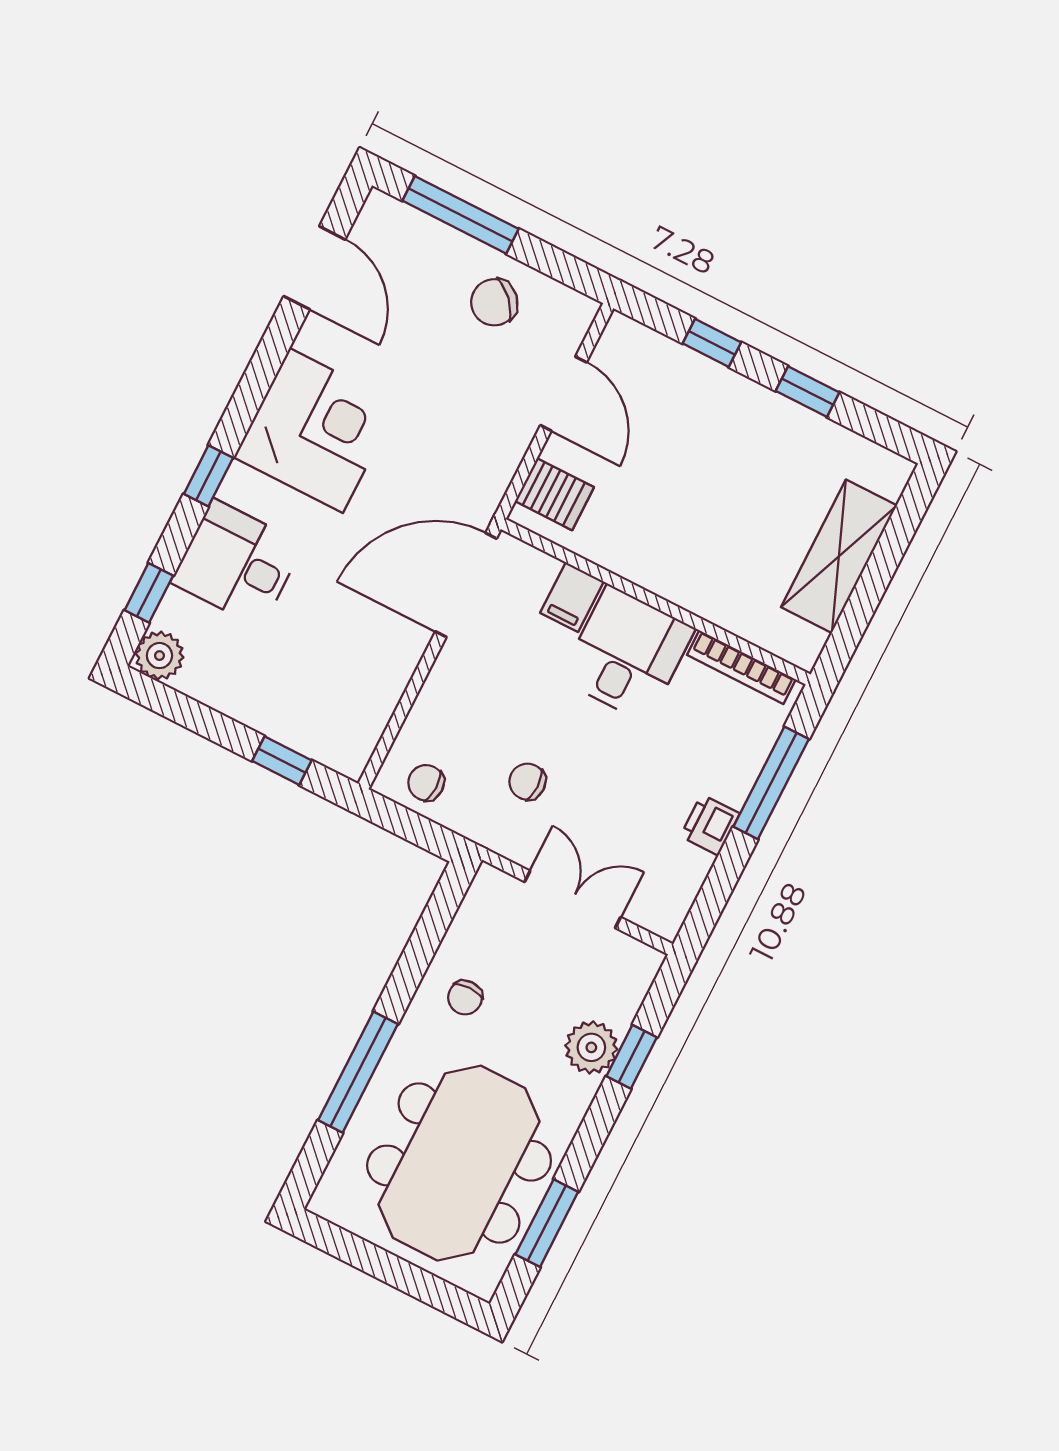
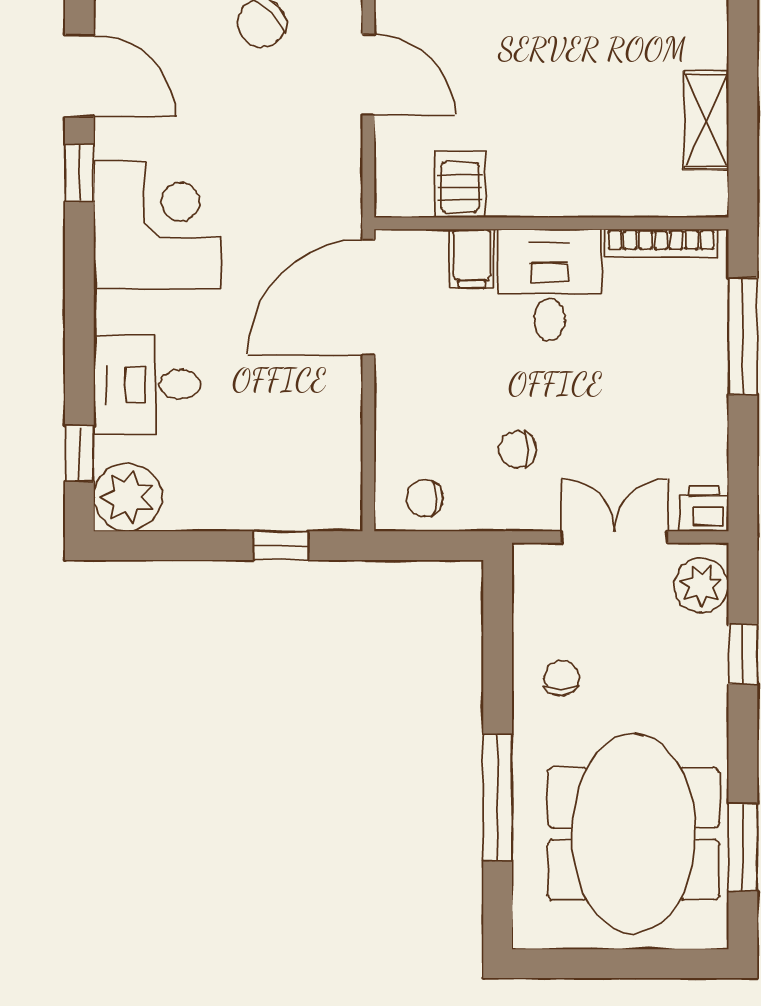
window: (208, 476) -> (79, 173), moved
server rack: (555, 494) -> (460, 184), moved, turned -90
shelving: (839, 556) -> (706, 120), width x0.67, depth x0.75
plant: (159, 656) -> (128, 497), width x1.36, depth x1.36
printer: (710, 825) -> (704, 509), moved, turned 90
chair: (465, 998) -> (561, 678), turned 180
plant: (591, 1047) -> (701, 585), moved

